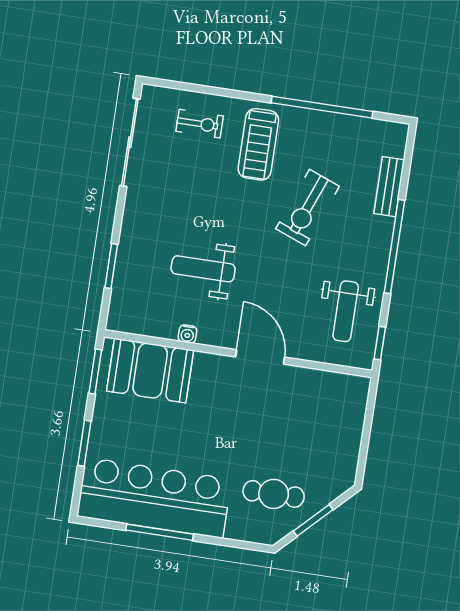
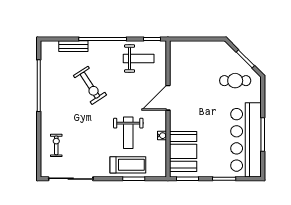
treadmill: (258, 144) -> (128, 165), moved
exercise bike: (307, 208) -> (90, 85), turned 36
cafe table: (274, 494) -> (235, 81), turned 90

